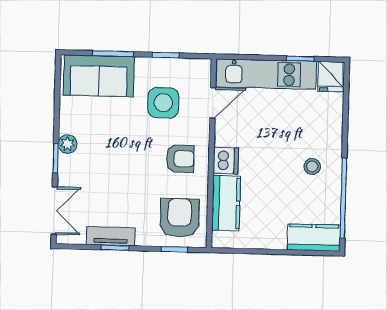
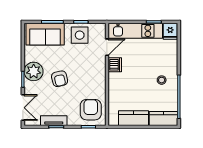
side table: (163, 103) -> (80, 35), moved
plant: (68, 144) -> (34, 71), width x1.87, depth x1.87
armchair: (180, 159) -> (60, 79), moved, turned 77
dishwasher: (226, 161) -> (115, 65), moved
kitchen counter: (226, 203) -> (134, 118), moved, turned -90

